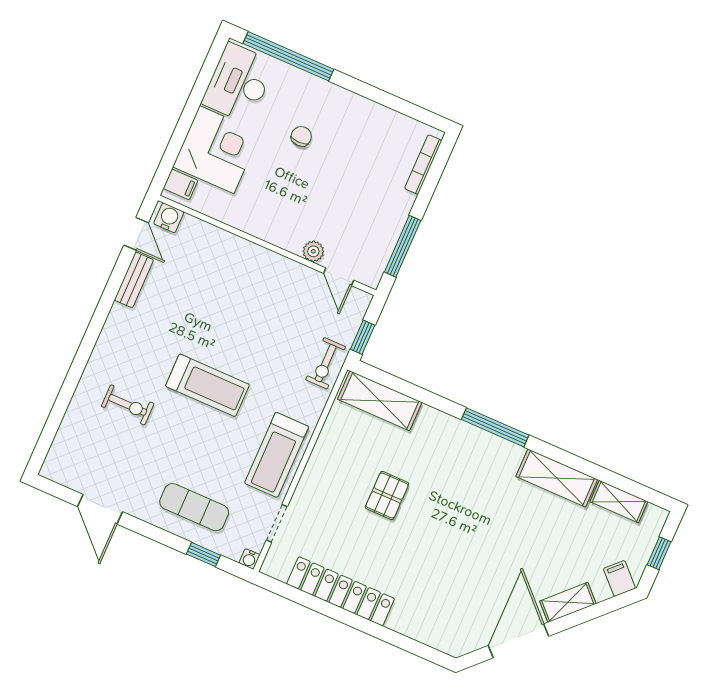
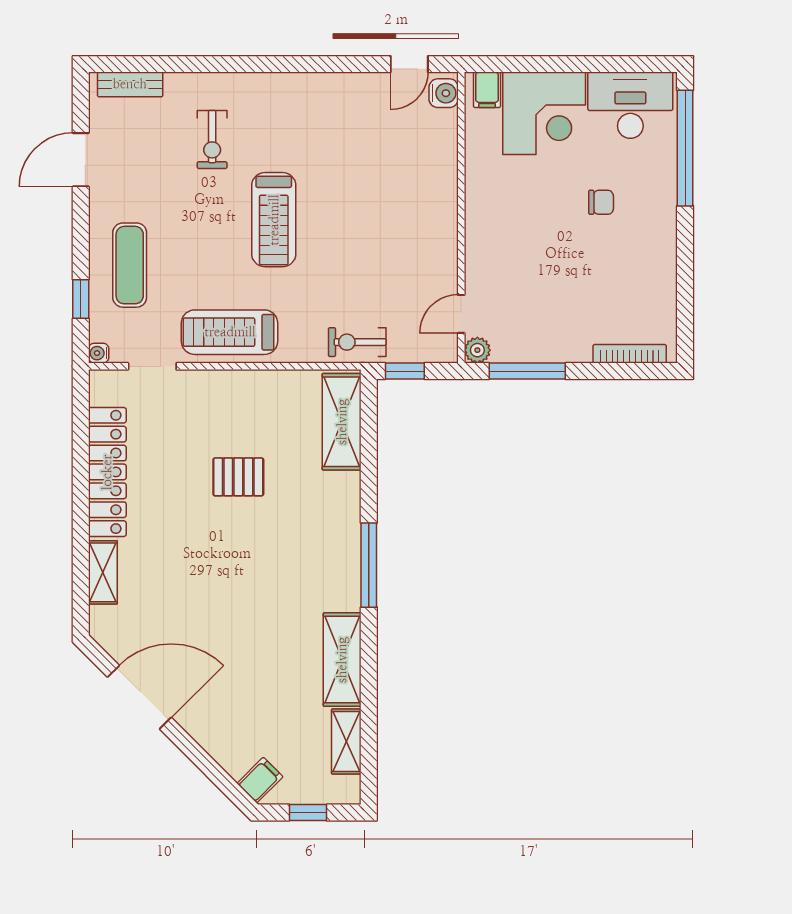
plant: (313, 251) -> (477, 350), moved
bench: (134, 280) -> (130, 84), moved
shelving: (568, 602) -> (103, 572), moved, turned 45

